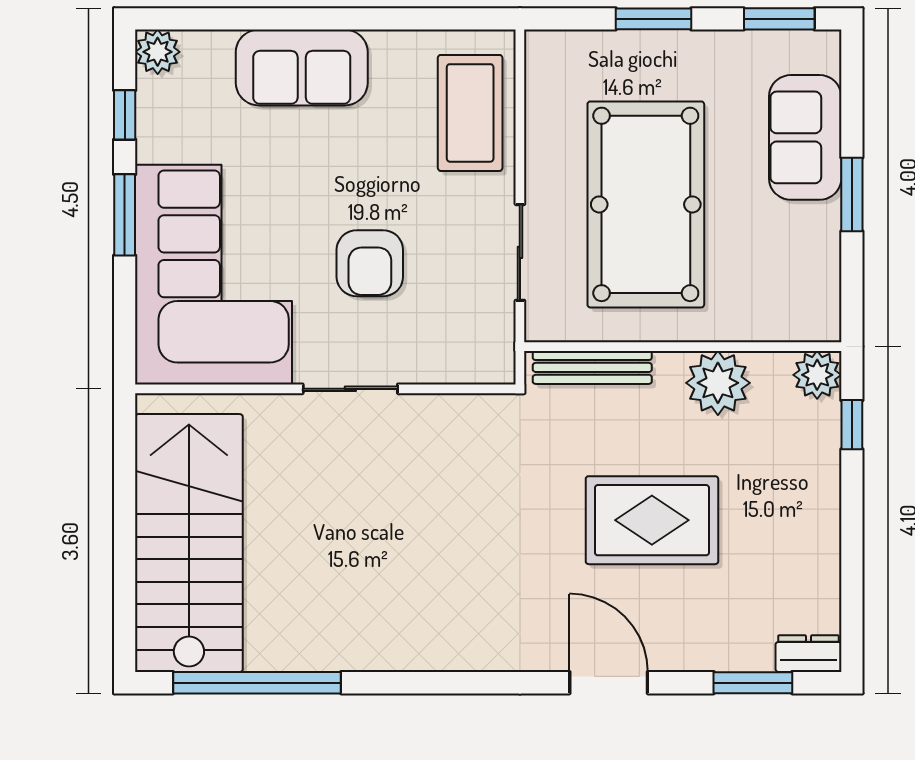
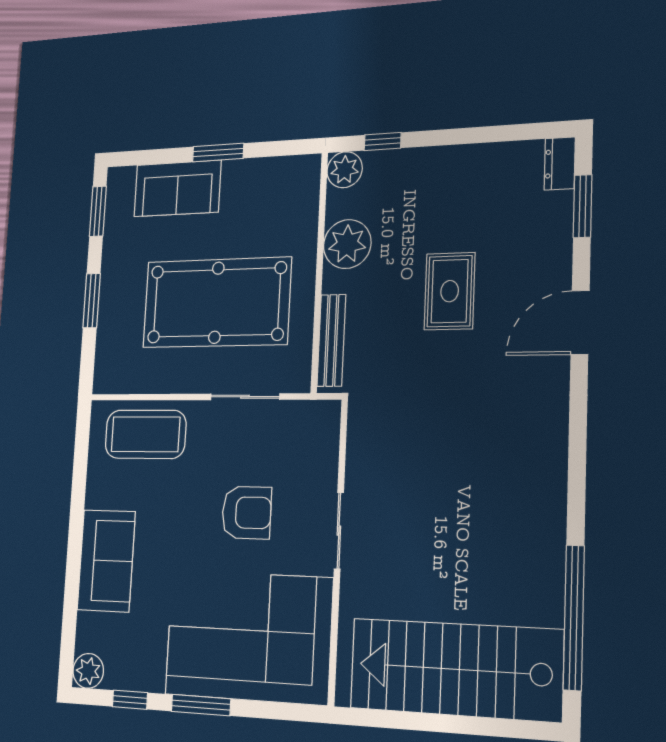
rug: (652, 520) -> (450, 291), width x0.73, depth x0.70

